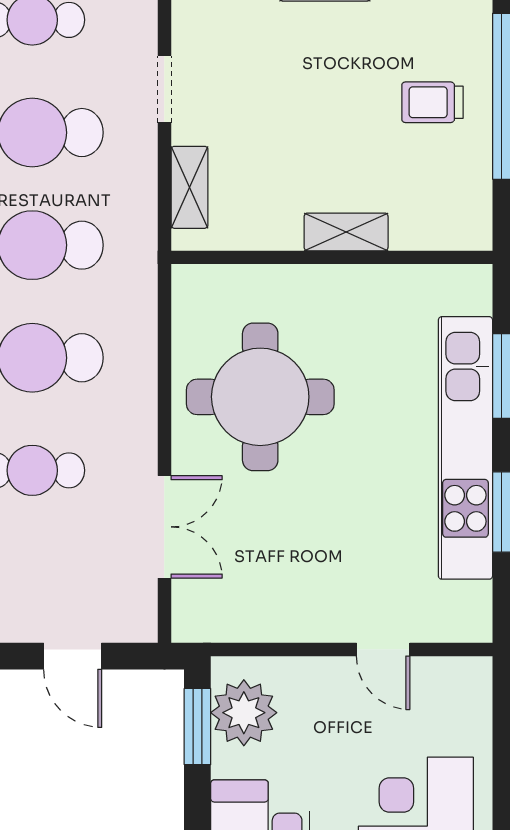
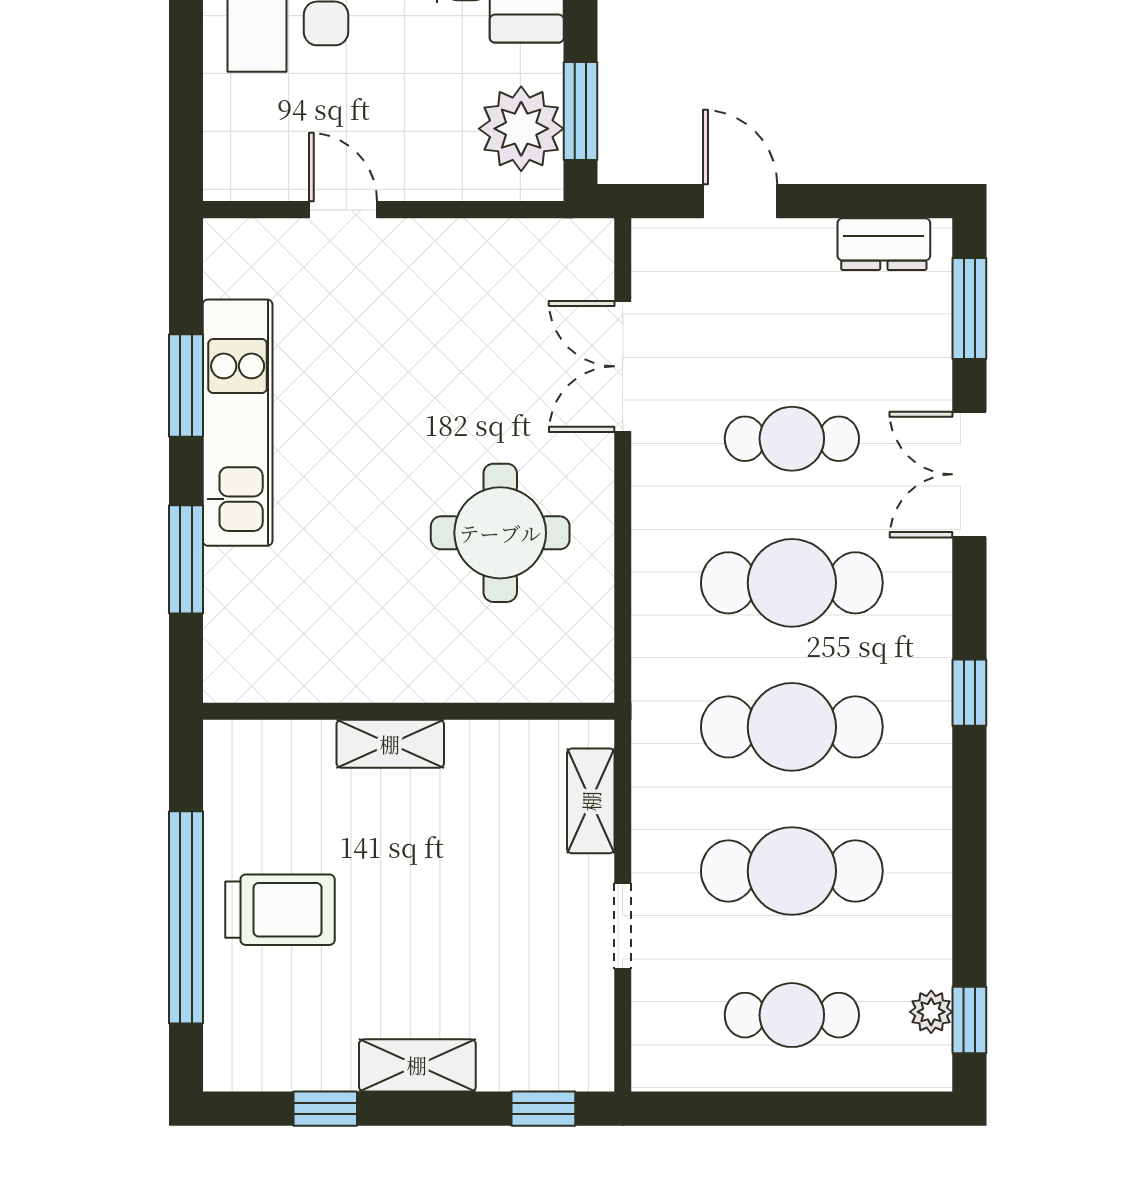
trolley: (432, 102) -> (280, 910), width x1.36, depth x1.39
round table: (260, 397) -> (500, 533), width x0.73, depth x0.73
kitchen unit: (465, 448) -> (238, 423), width x0.73

